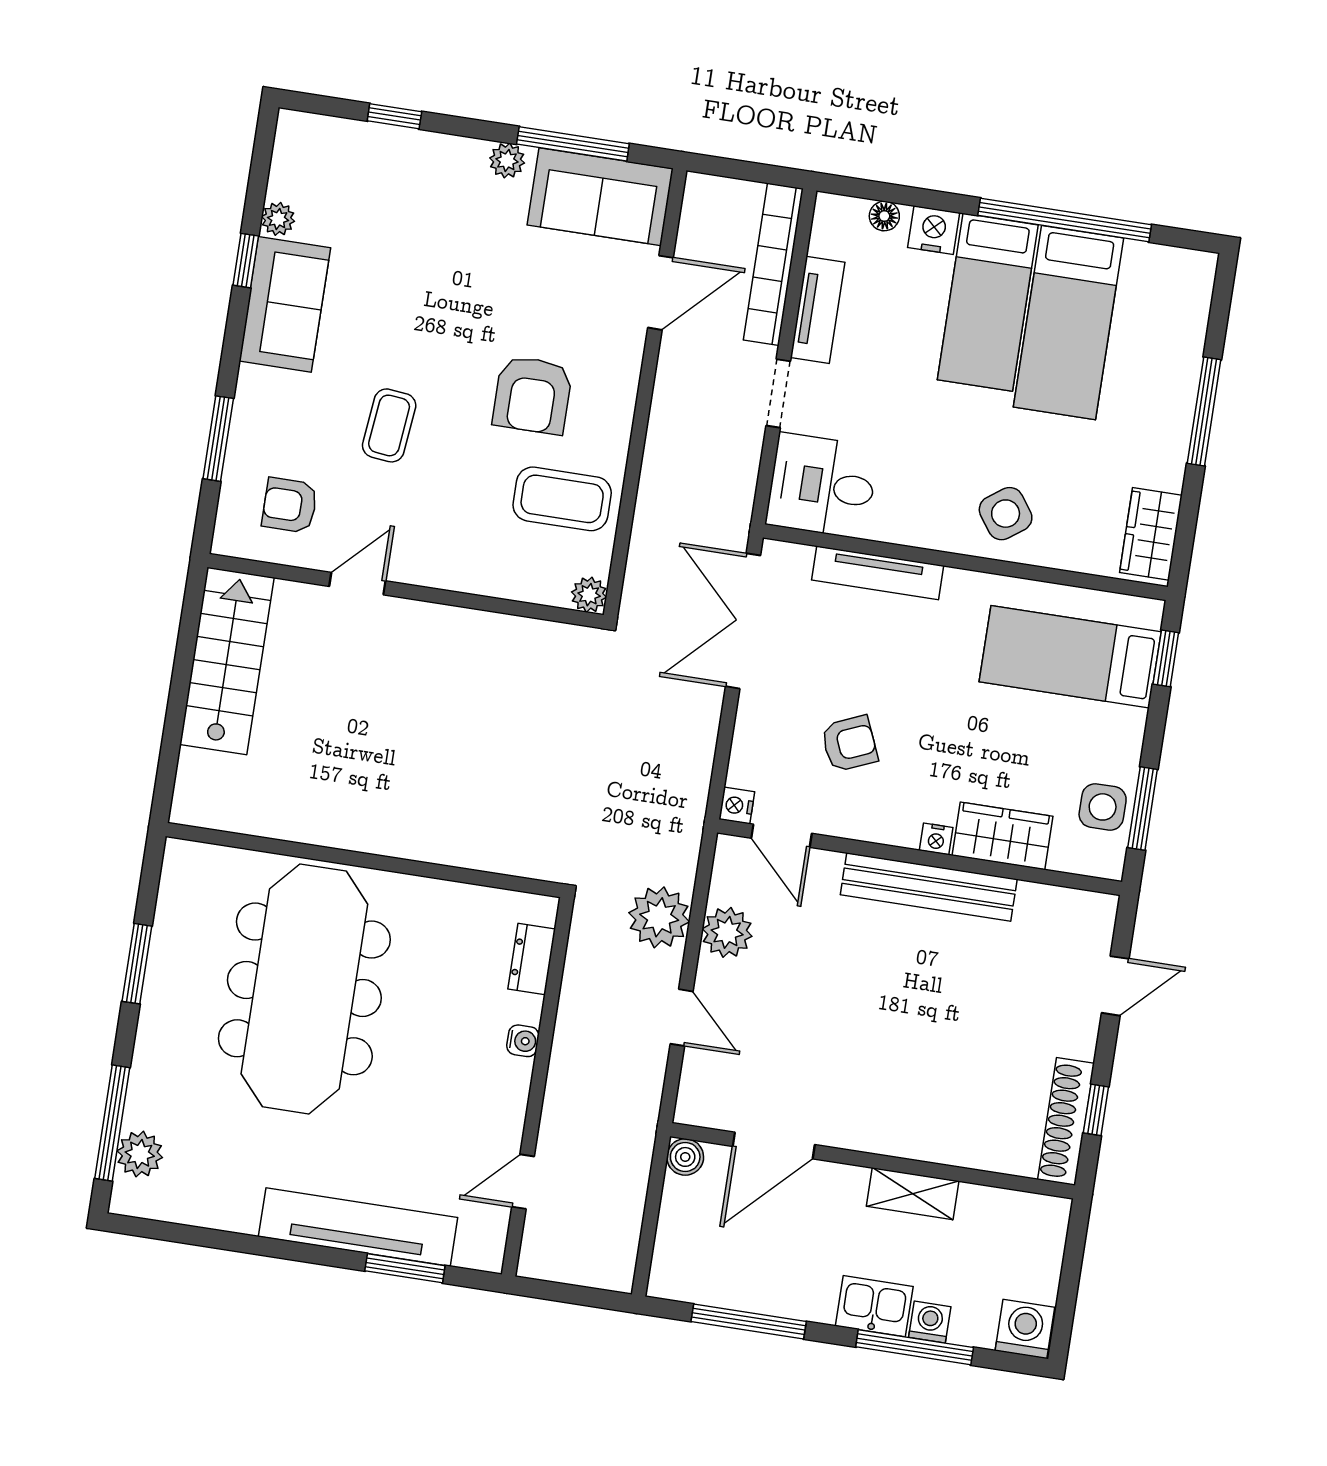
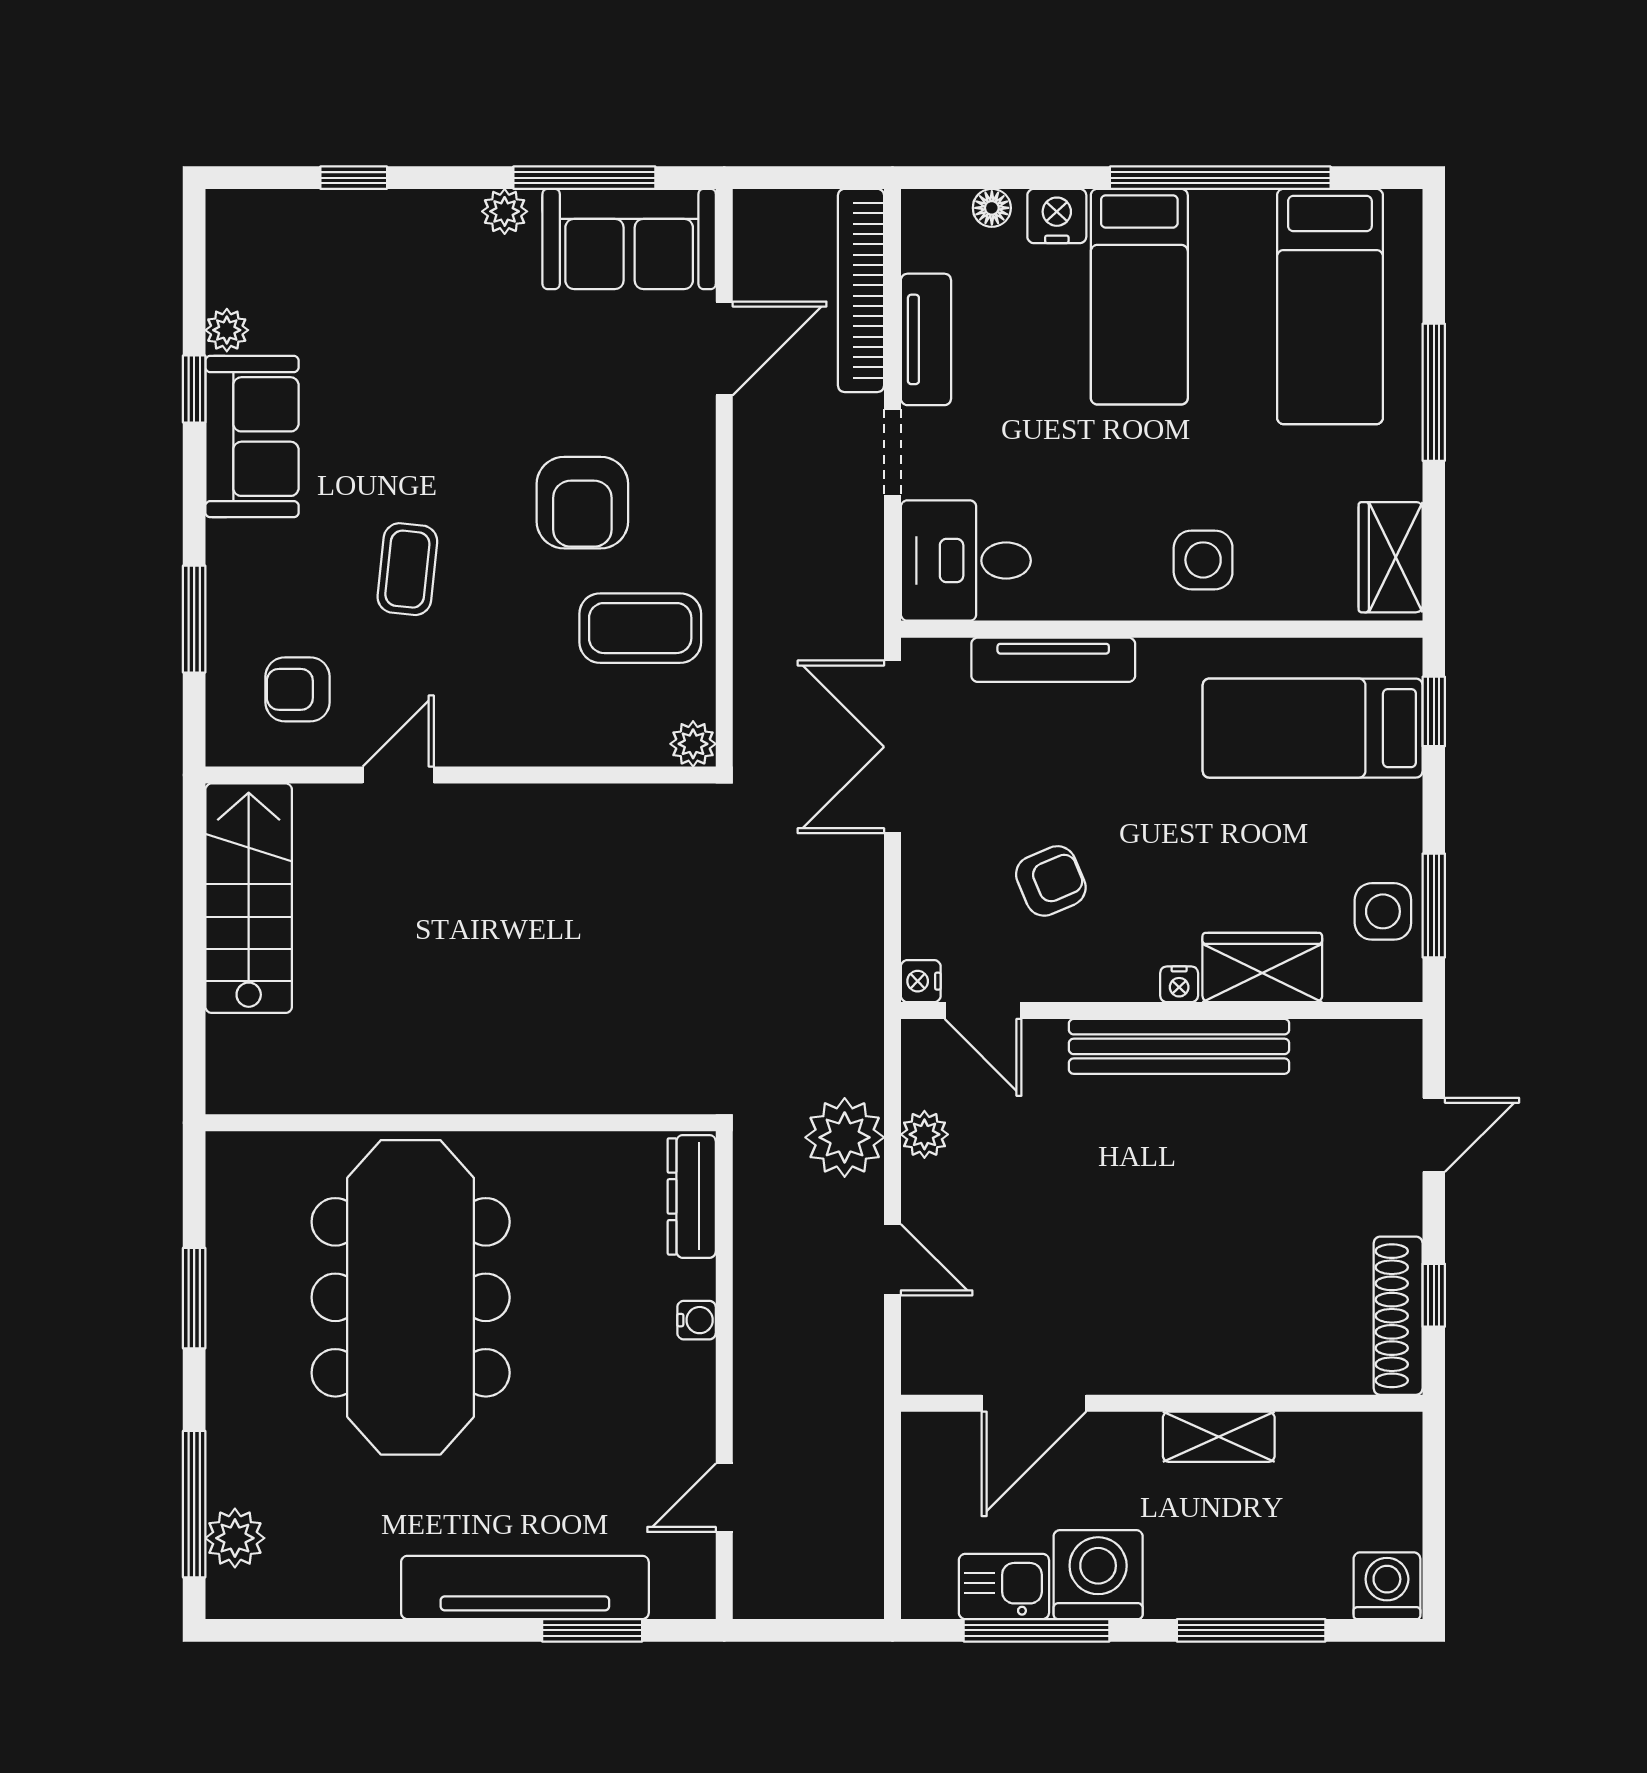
bed: (1069, 323) -> (1330, 306), moved
side table: (1006, 514) -> (1203, 560), turned 36
plant: (727, 932) -> (924, 1134), width x0.73, depth x0.73
dresser: (532, 959) -> (692, 1196), width x1.44
boiler: (685, 1157) -> (924, 1435), removed
kitchen sink: (874, 1306) -> (1004, 1586), moved
washing machine: (930, 1322) -> (1098, 1575), moved, width x1.89, depth x1.89

